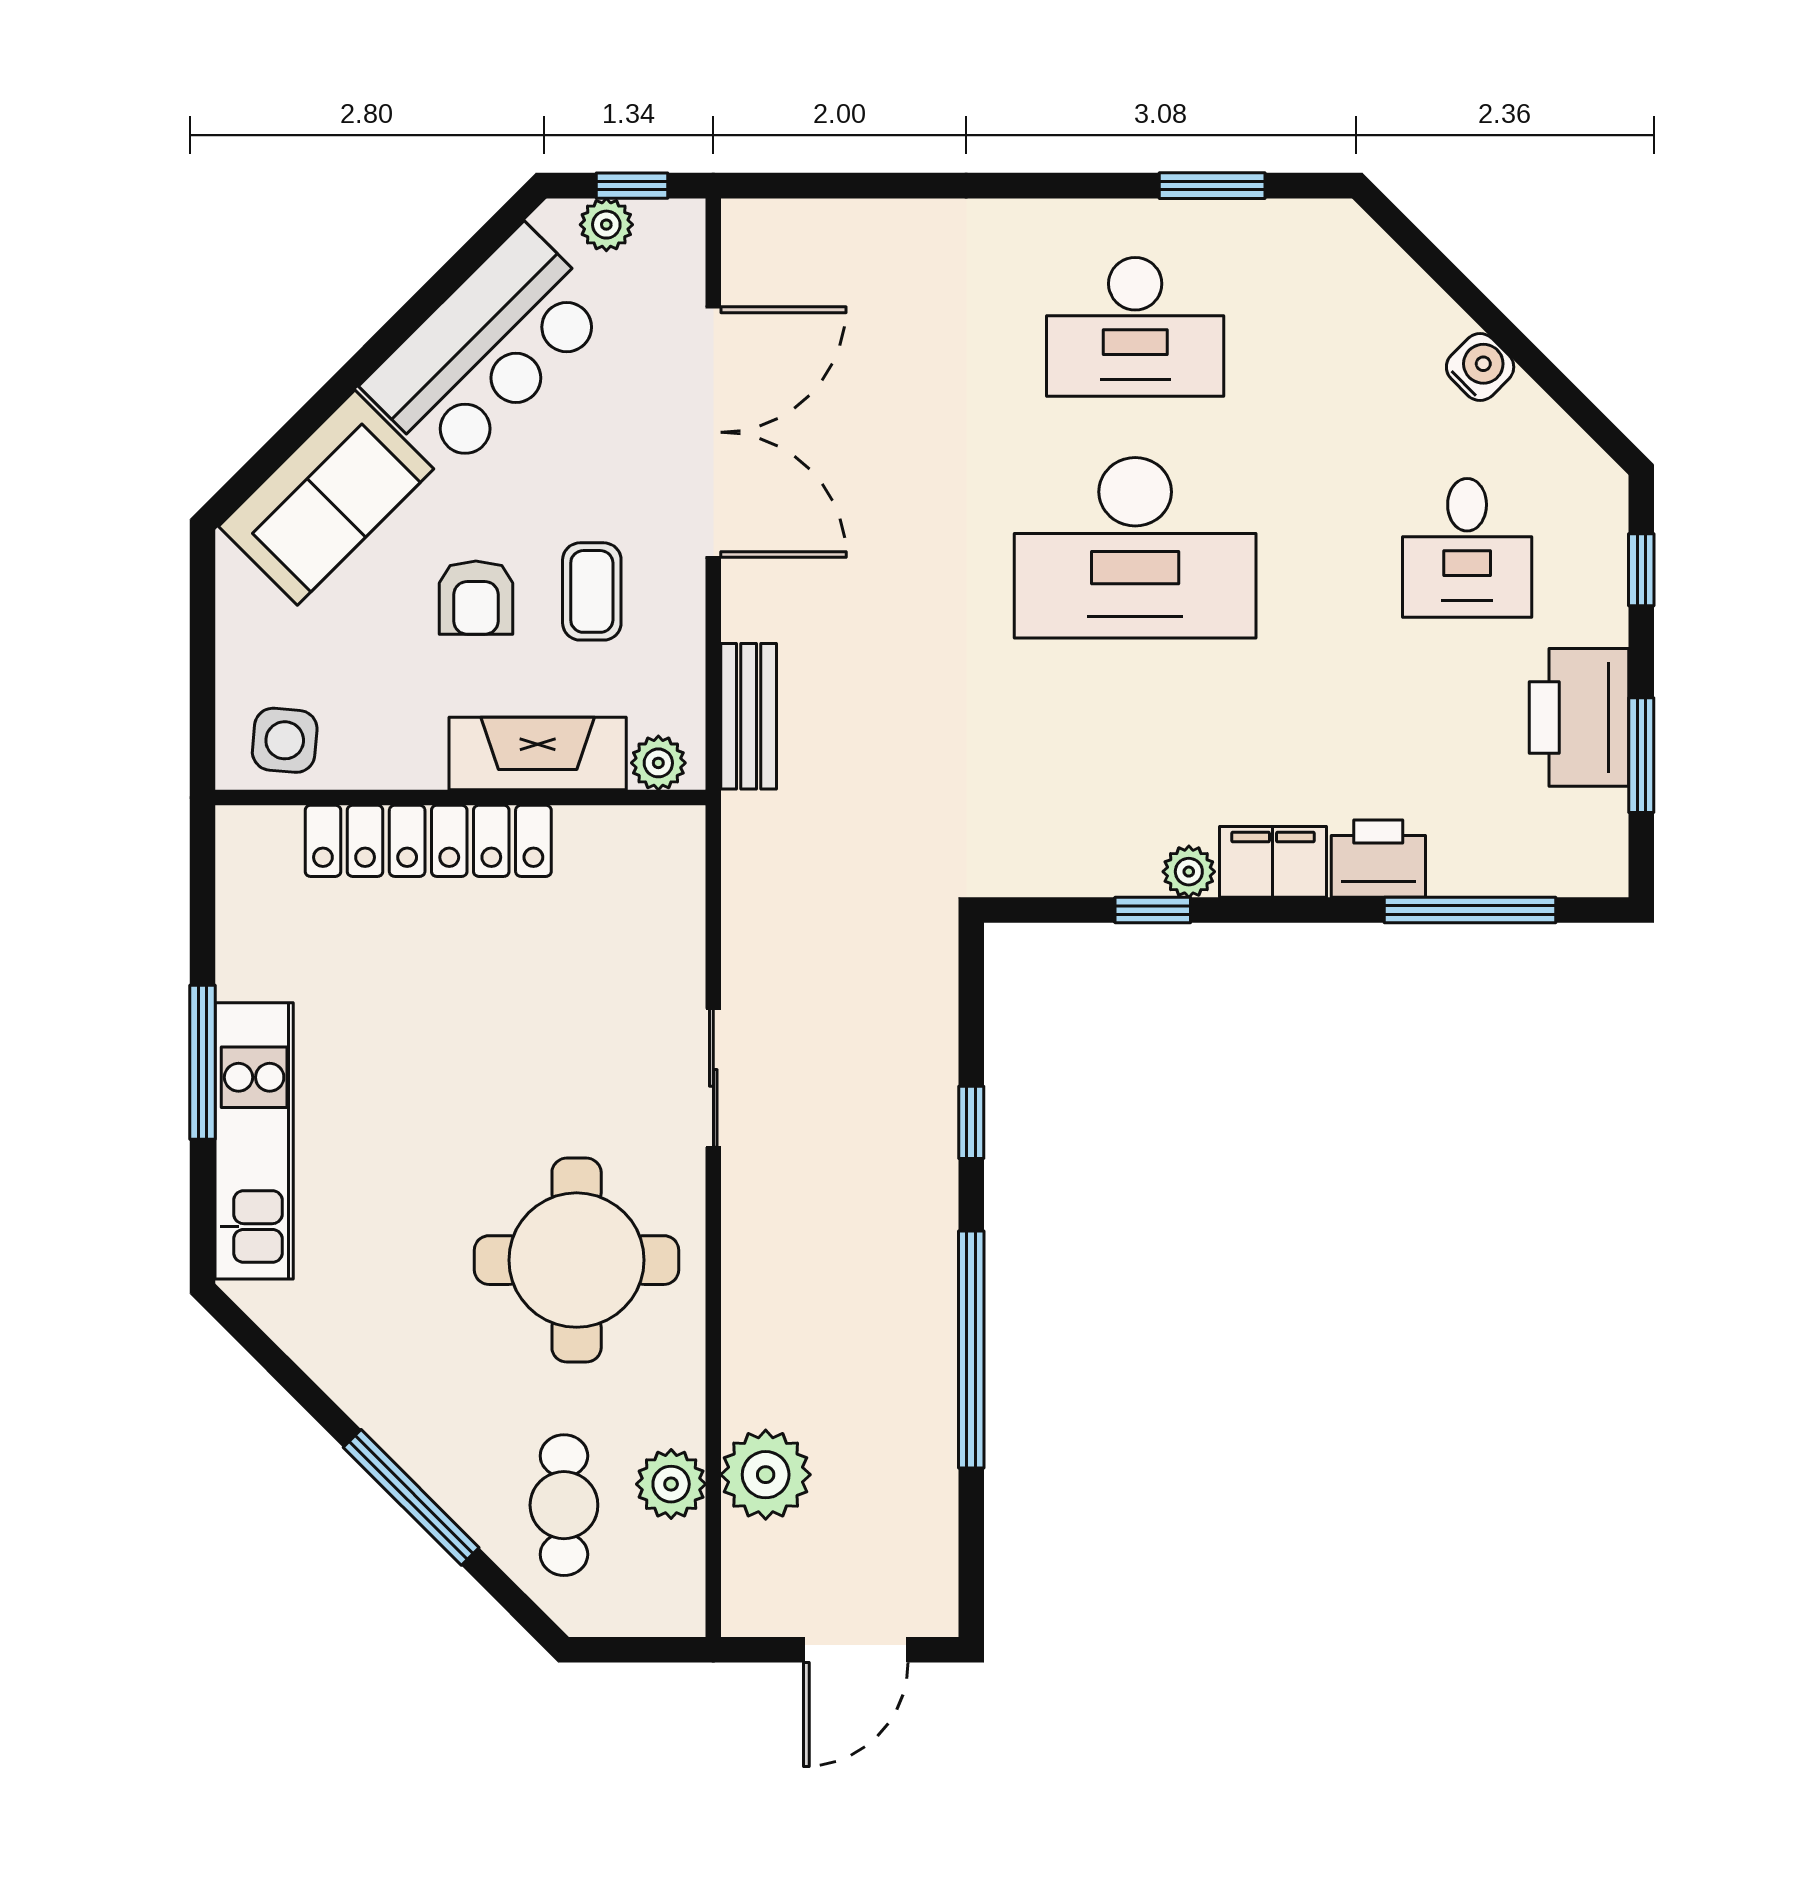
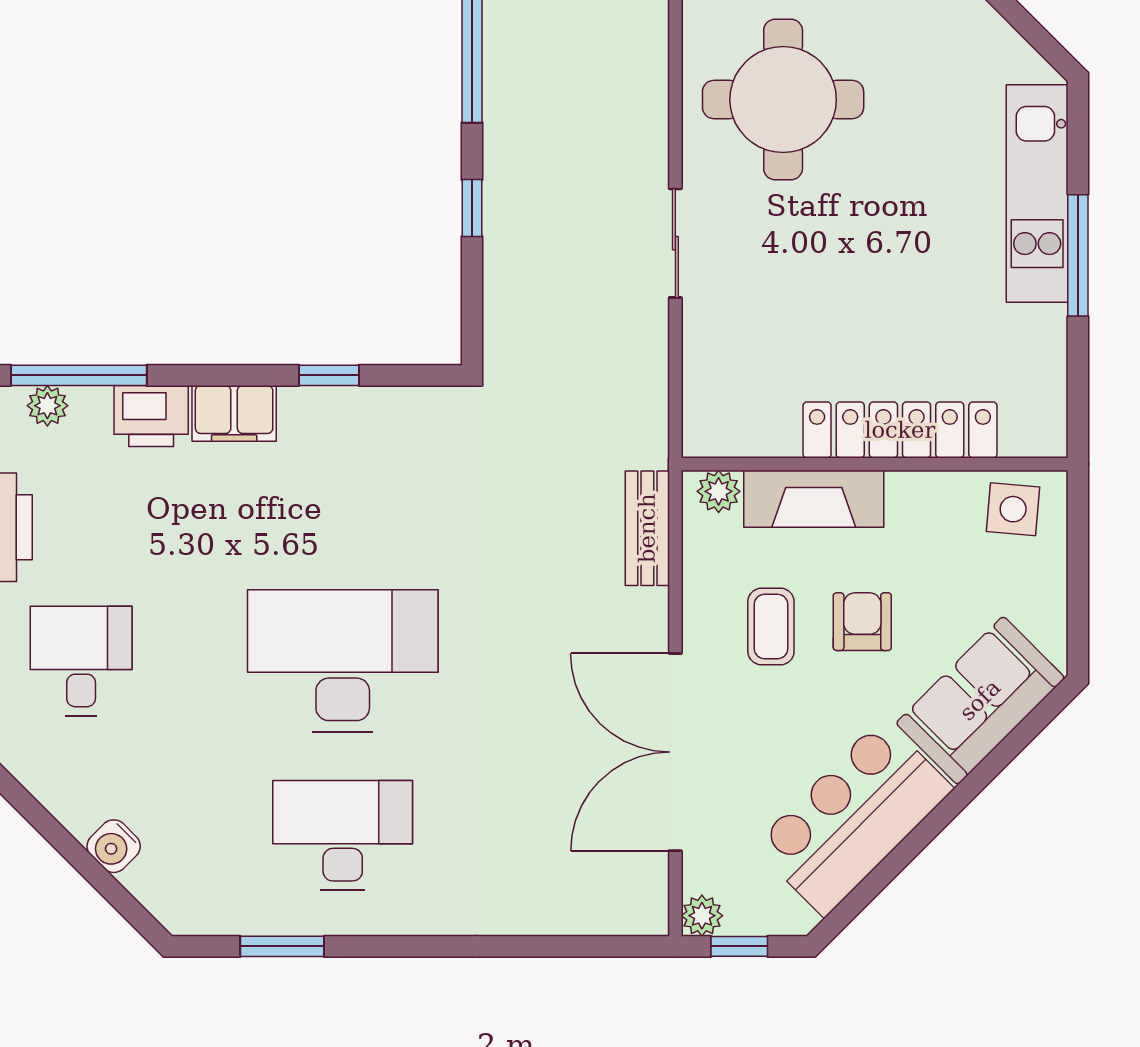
plant: (606, 225) -> (702, 916), moved
water cooler: (1480, 367) -> (114, 846), moved
plant: (1189, 872) -> (47, 406), moved

